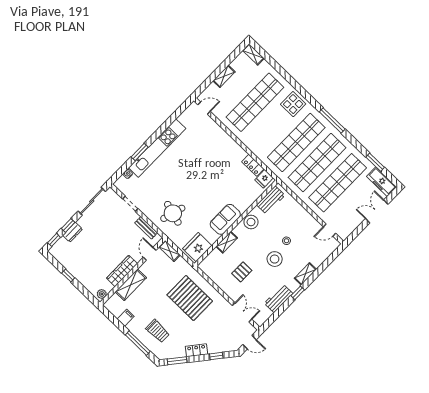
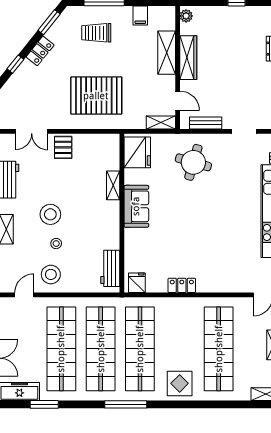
locker: (253, 165) -> (182, 285), moved
stool: (251, 222) -> (51, 274), moved
pallet: (242, 272) -> (63, 147), moved

